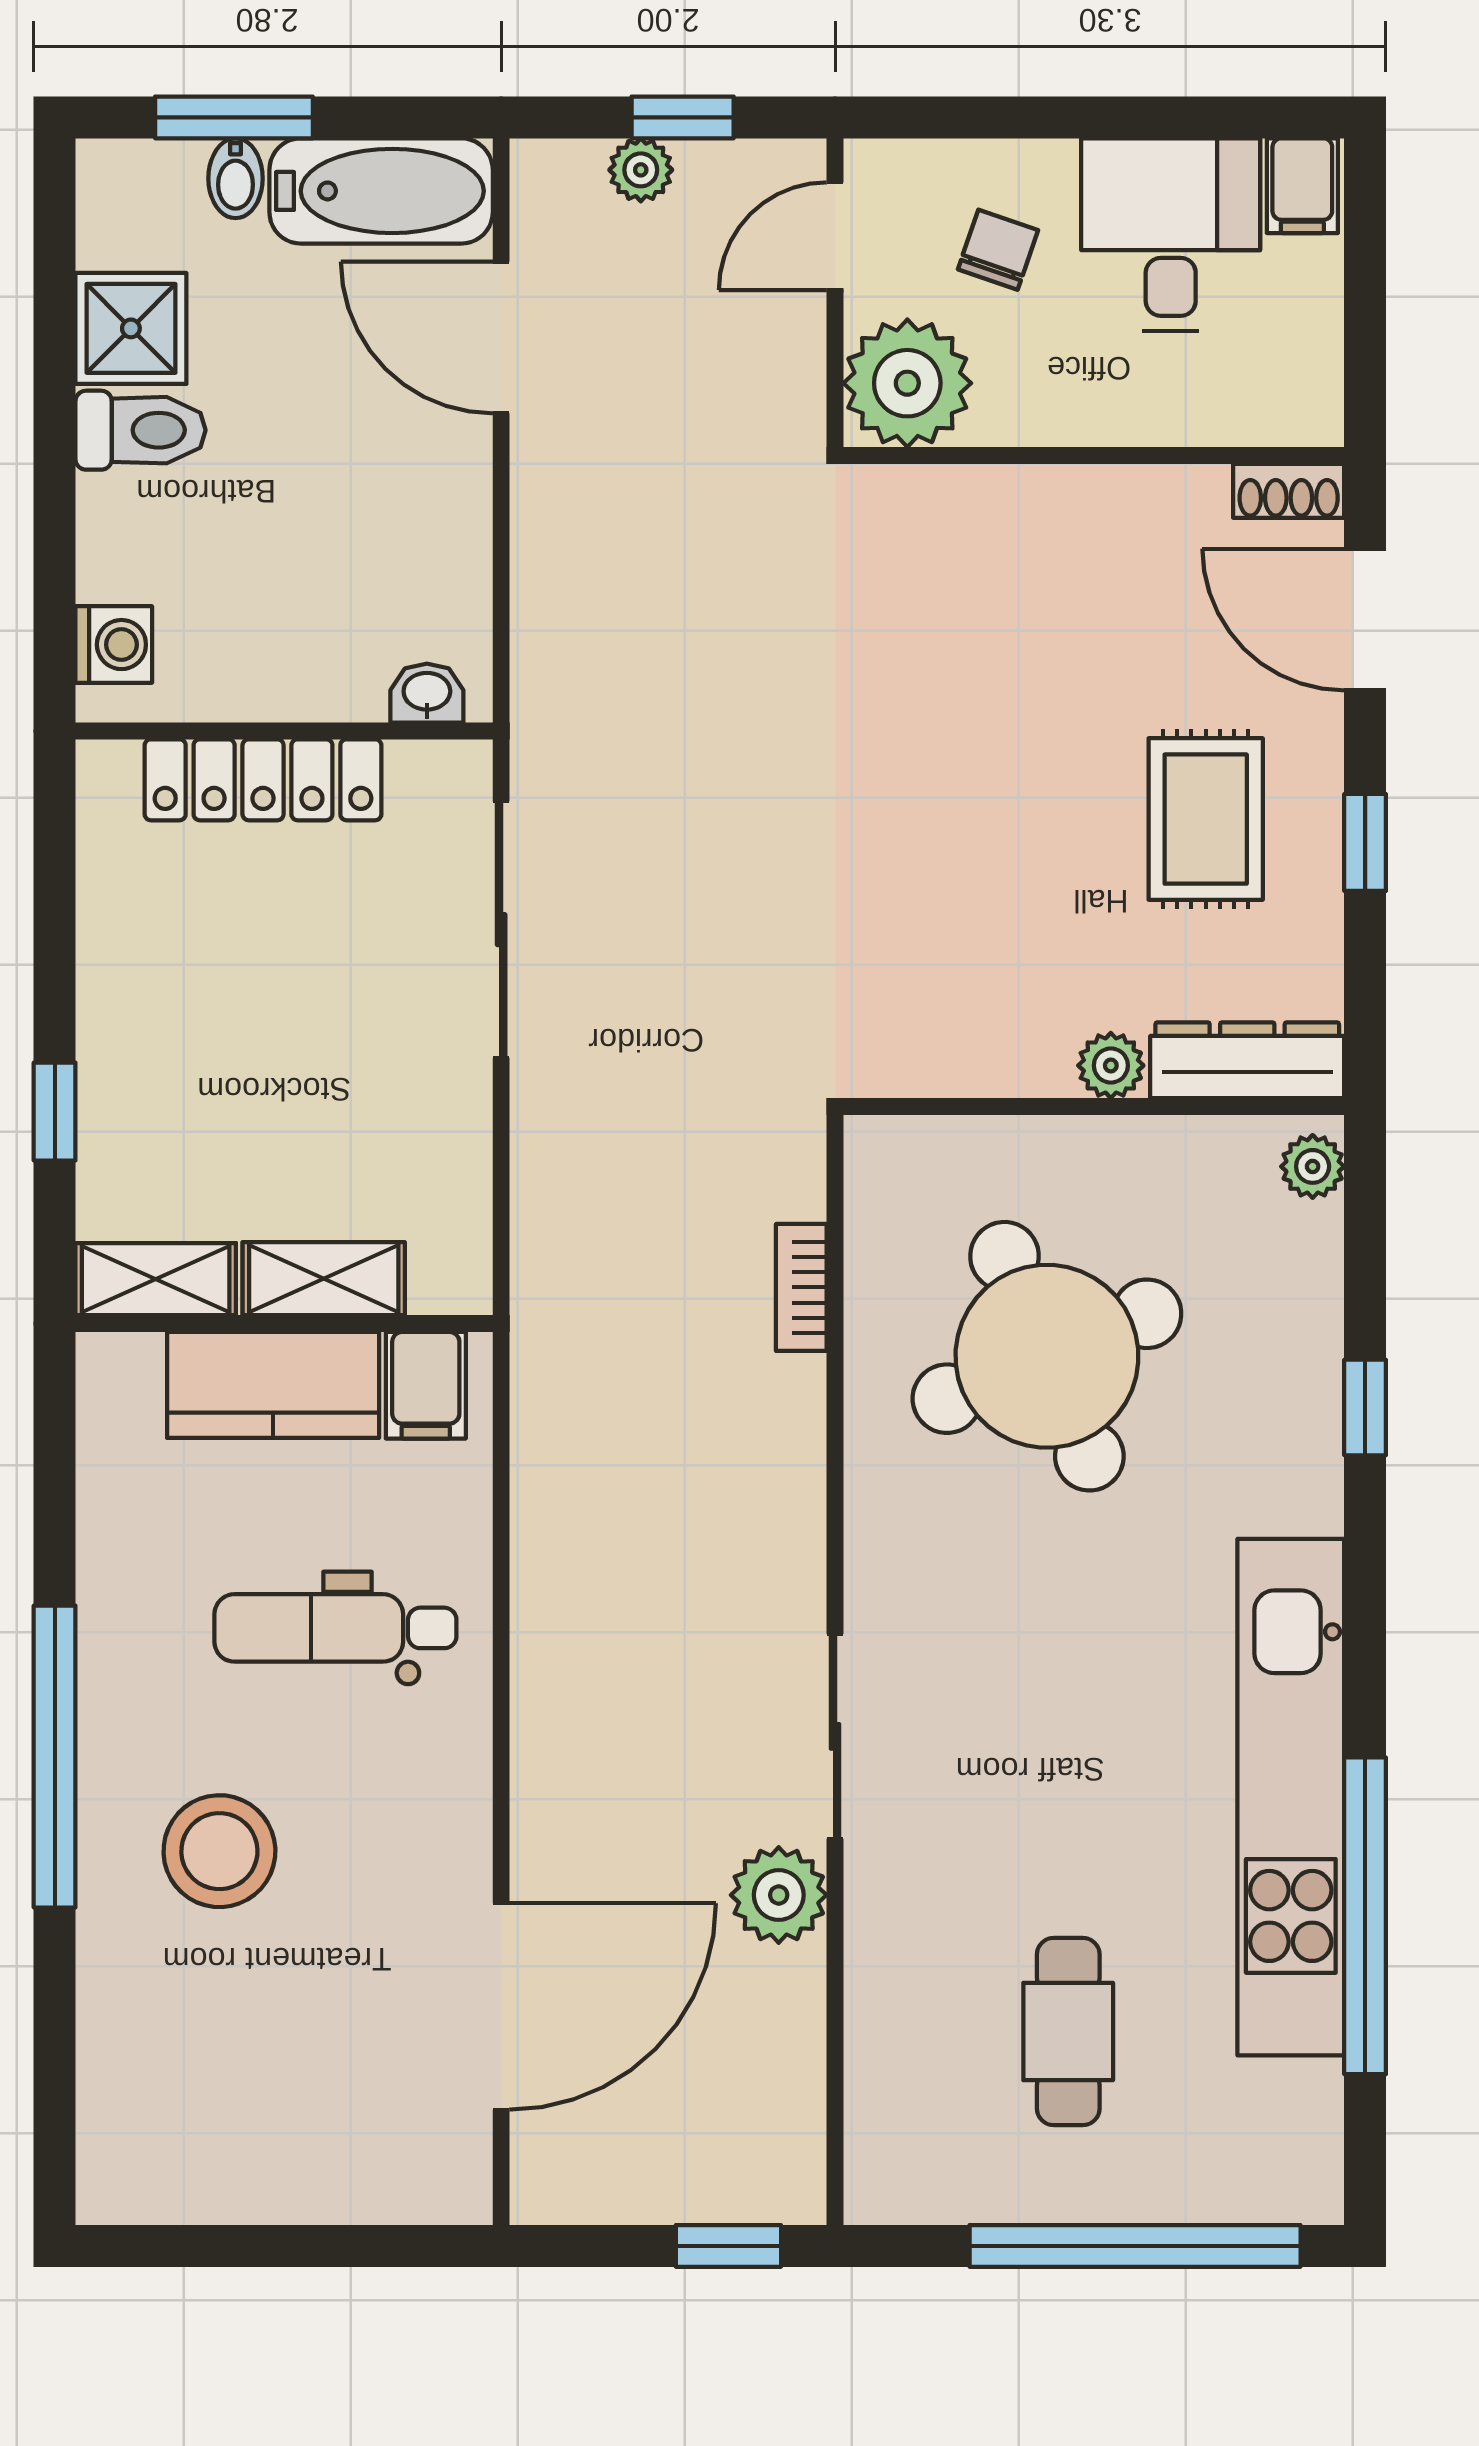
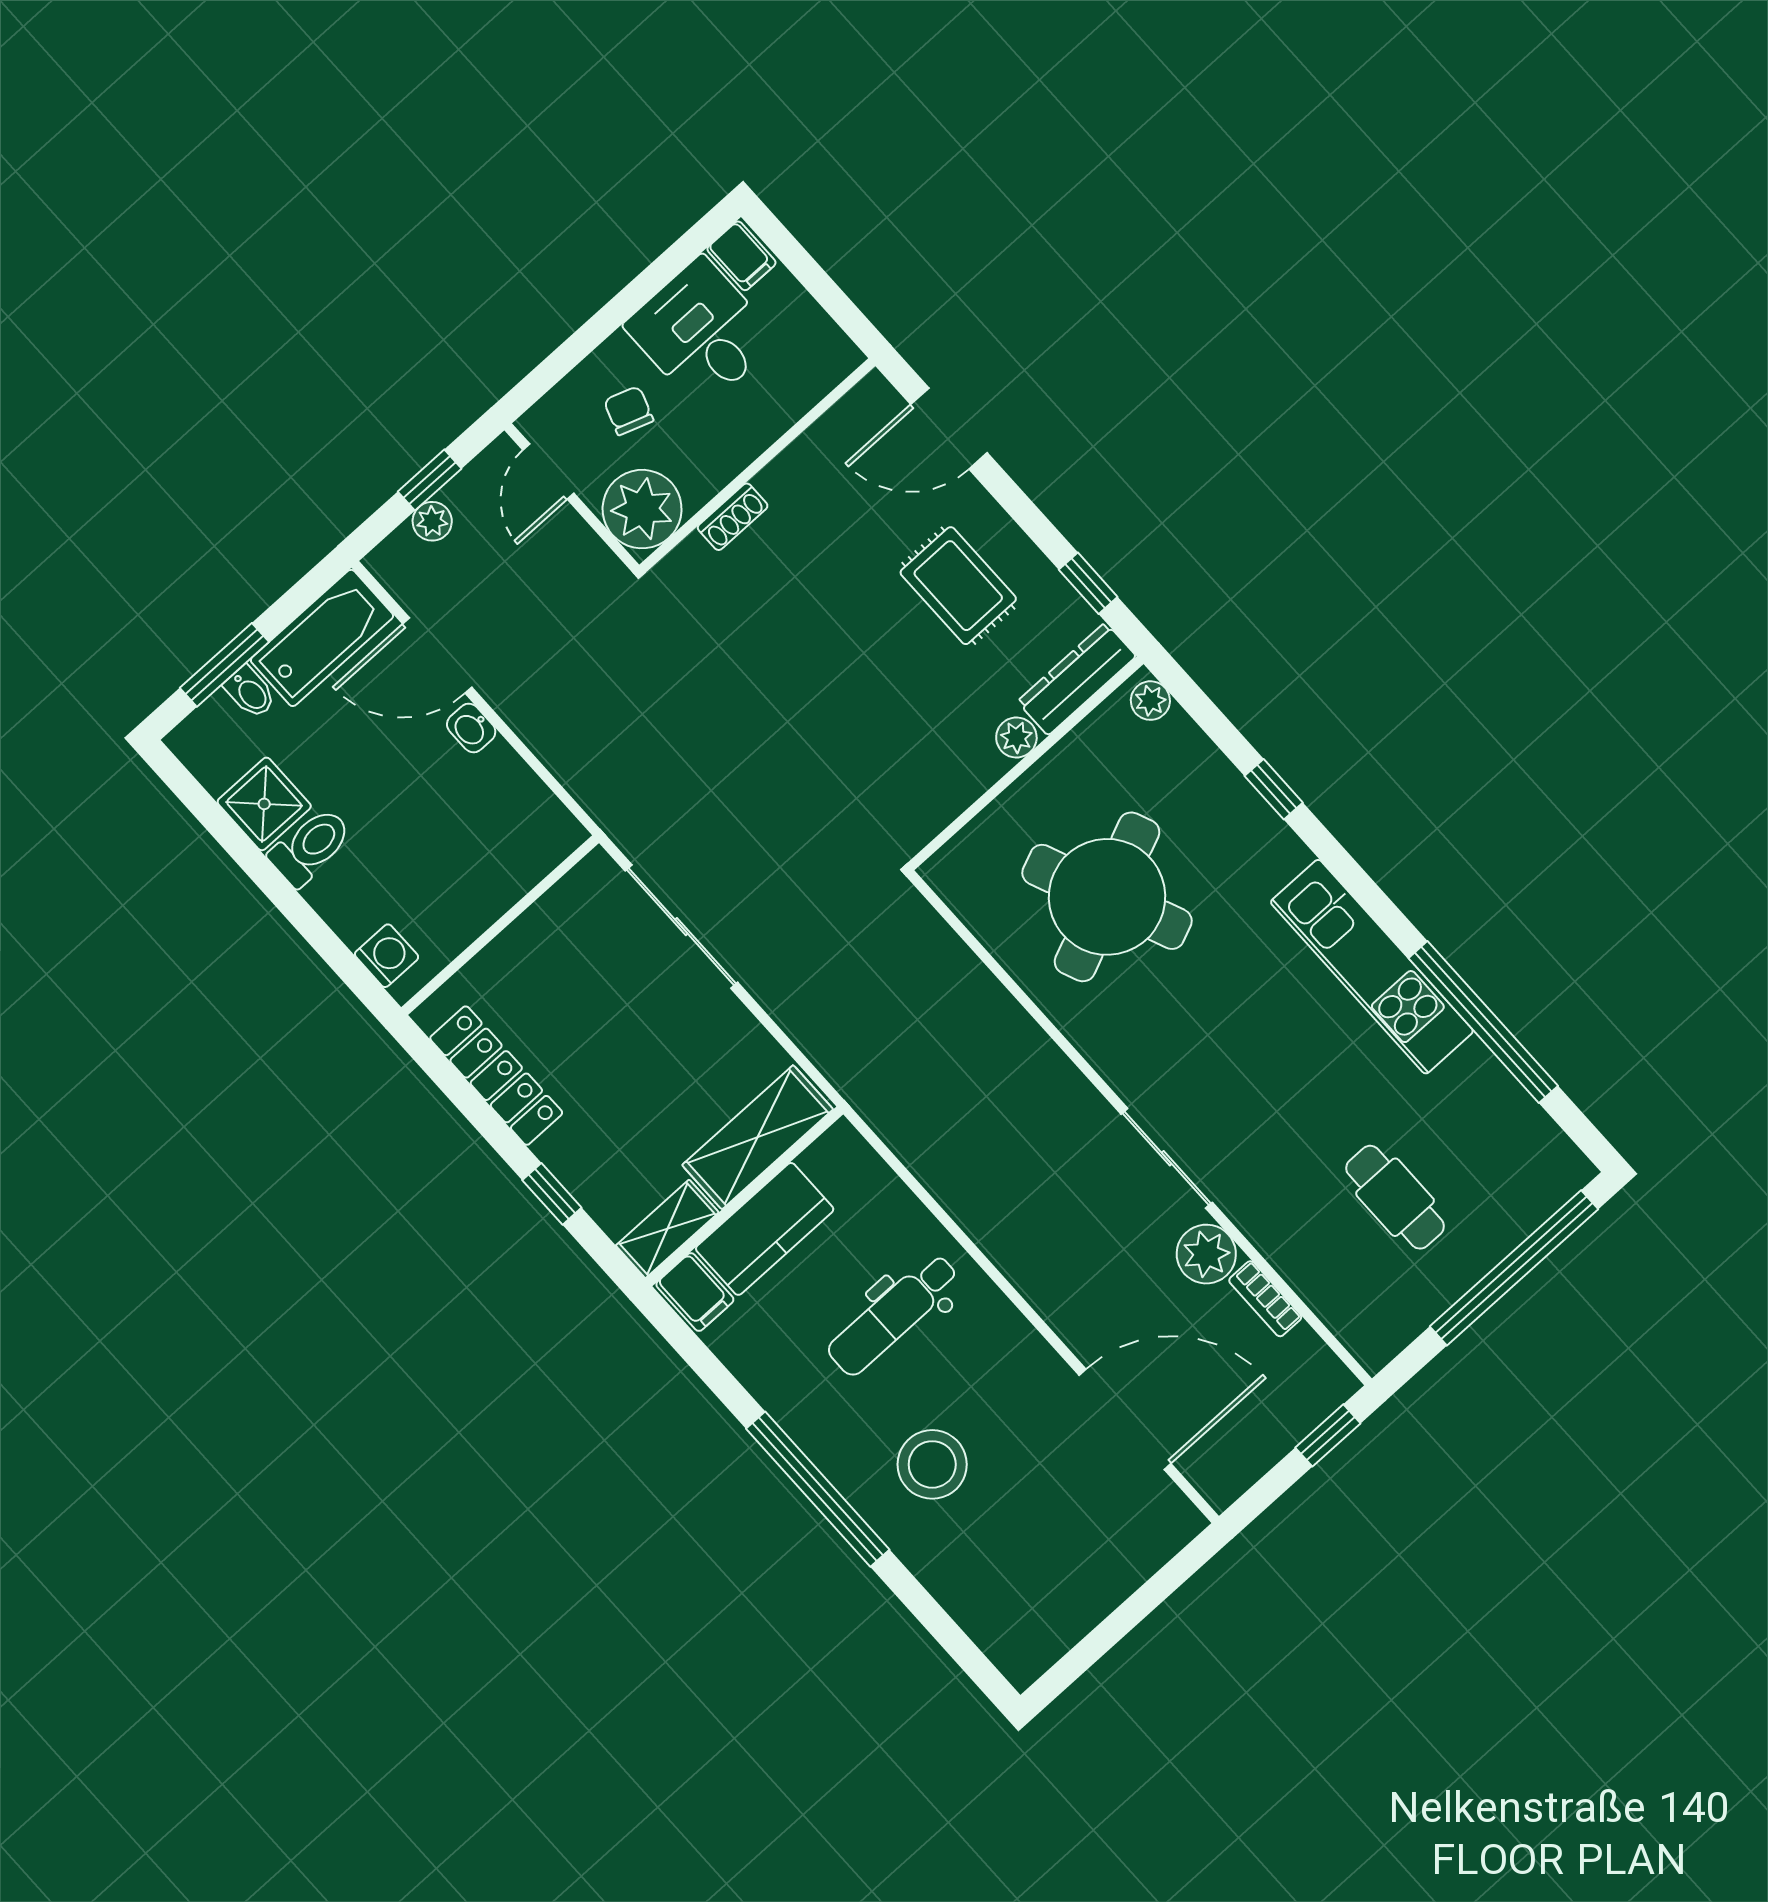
shoe rack: (1289, 491) -> (733, 517), moved
washbasin: (427, 693) -> (471, 728), moved, turned -90
locker: (263, 780) -> (496, 1076), moved, turned -90
window: (1365, 842) -> (1088, 583), moved
shelving: (324, 1279) -> (758, 1137), width x1.50, depth x1.33
bookcase: (801, 1287) -> (1265, 1299), moved
filing cabinet: (426, 1385) -> (695, 1292), moved
kitchen unit: (1291, 1797) -> (1372, 967), width x0.73
door: (501, 2006) -> (1125, 1419), hinge flipped

